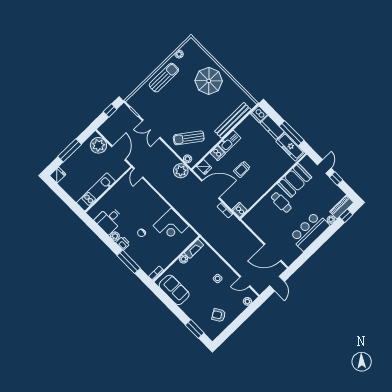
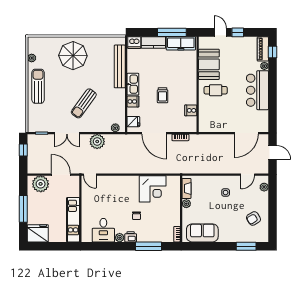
sun lounger: (189, 138) -> (84, 103), moved
plant: (181, 171) -> (97, 142), moved
fridge: (58, 175) -> (38, 233), width x1.88, depth x1.34
door: (210, 189) -> (154, 133), swing flipped
cooker: (240, 210) -> (191, 110), moved

